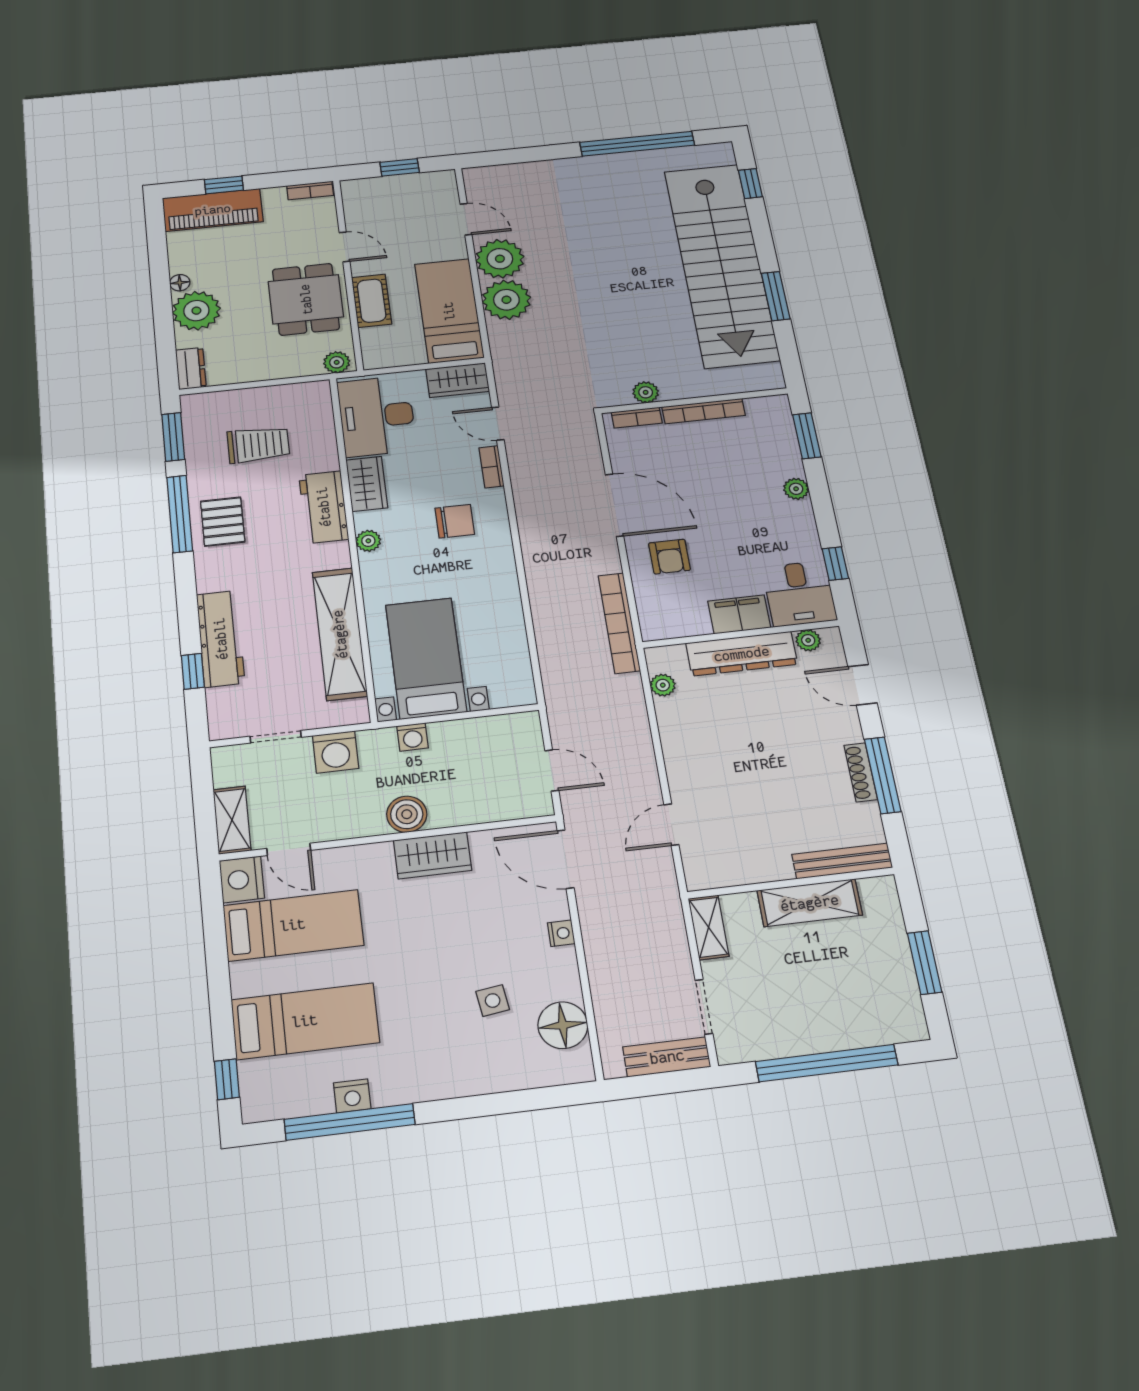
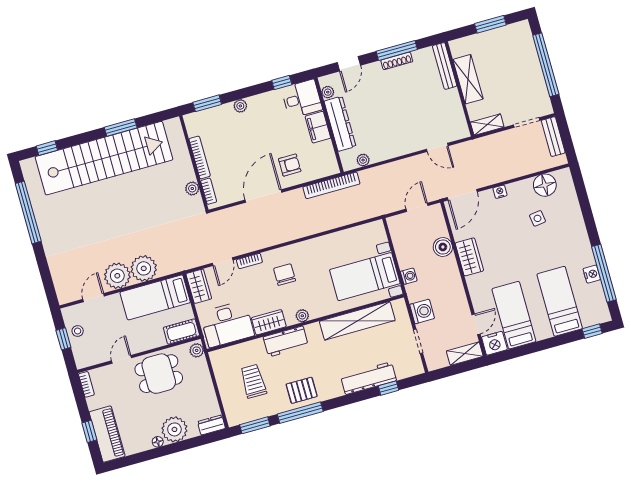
stool: (410, 189) -> (78, 331), added
cot: (372, 301) -> (181, 332), moved
boiler: (407, 814) -> (443, 247), moved

